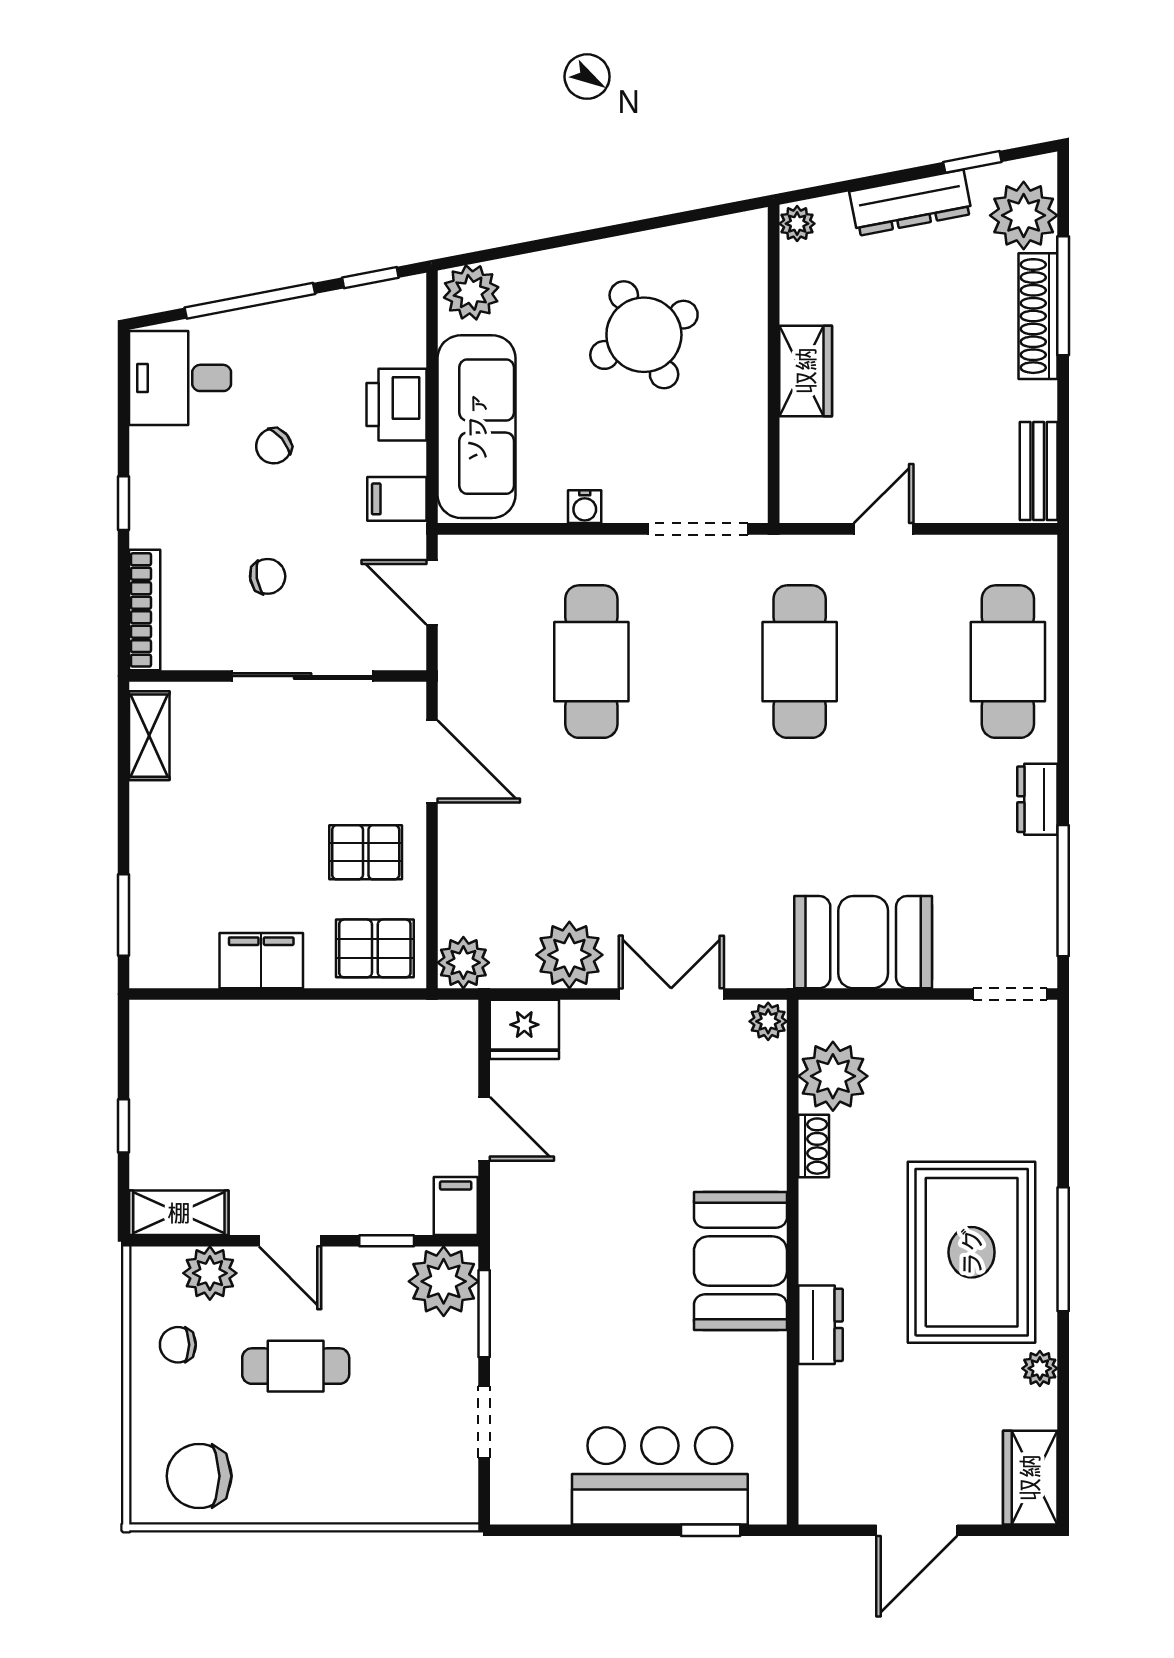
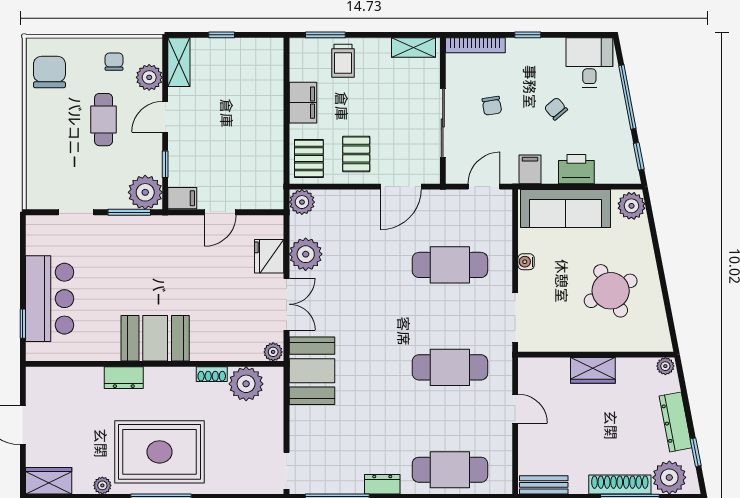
trolley: (176, 879) -> (343, 61), added
booth: (863, 942) -> (312, 371), moved
fridge: (524, 1029) -> (269, 256), moved

